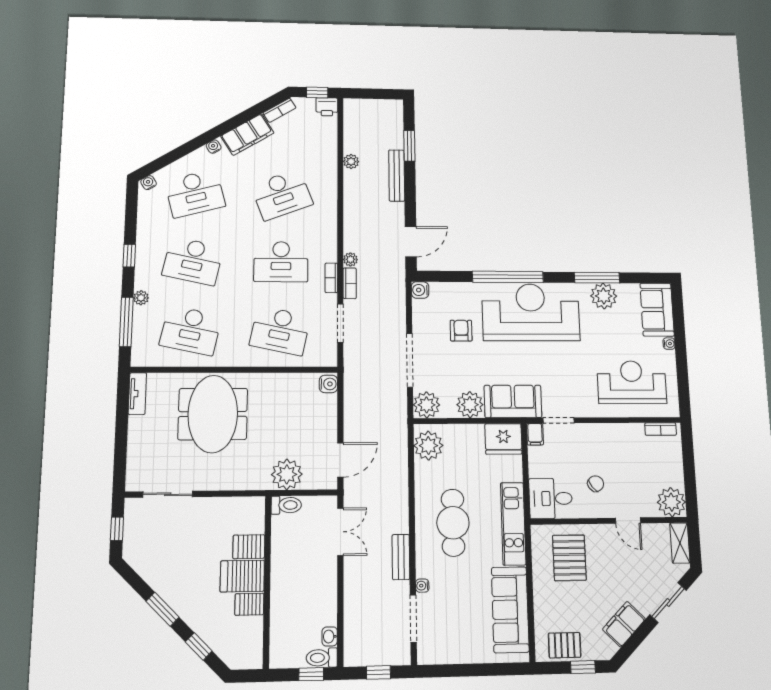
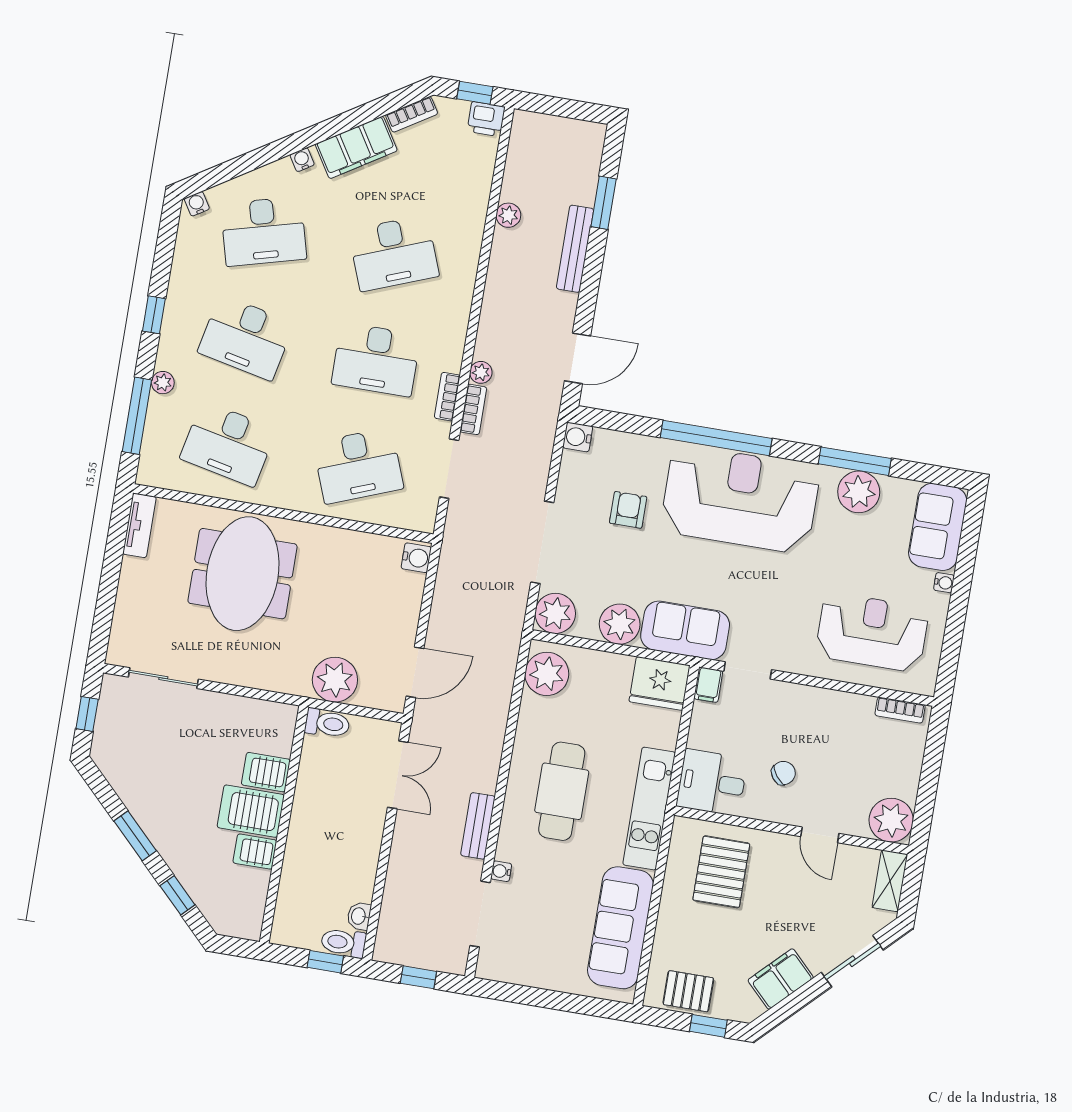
desk: (280, 331) -> (358, 466), turned -33

